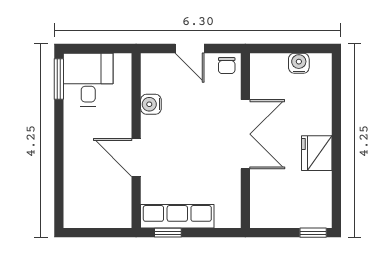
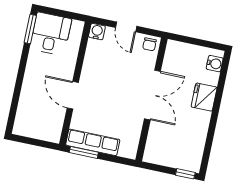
water cooler: (299, 63) -> (215, 64), moved, turned 90
water cooler: (151, 104) -> (97, 32), moved, turned 90
fridge: (317, 153) -> (204, 97), moved
window: (168, 233) -> (84, 152), width x1.50

